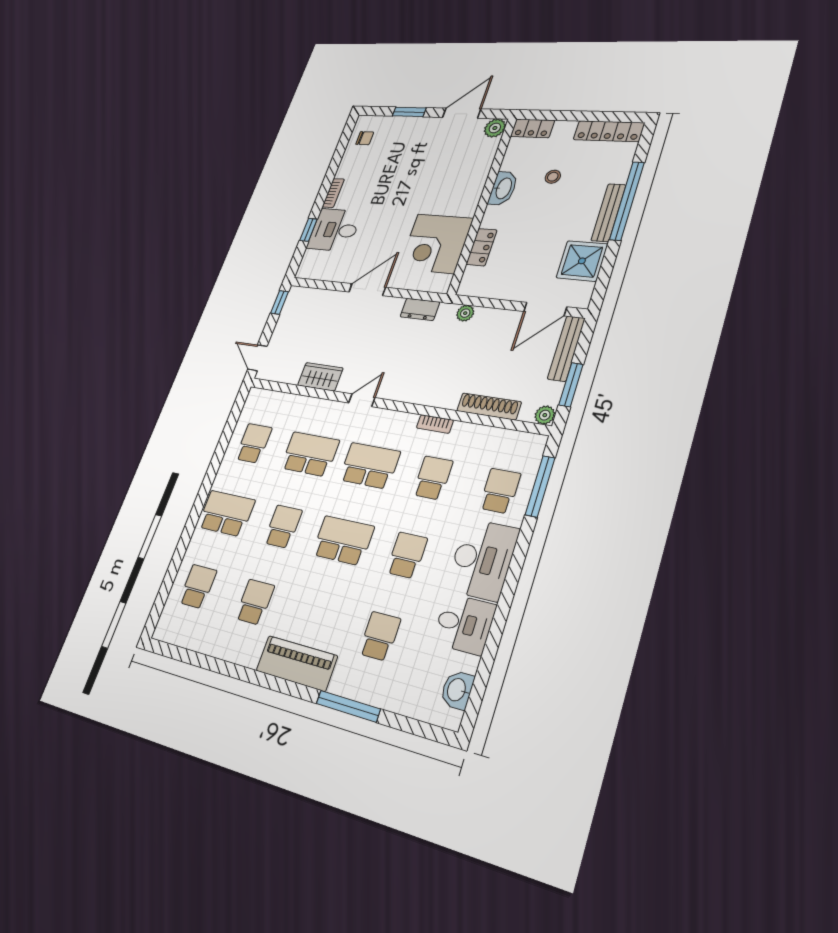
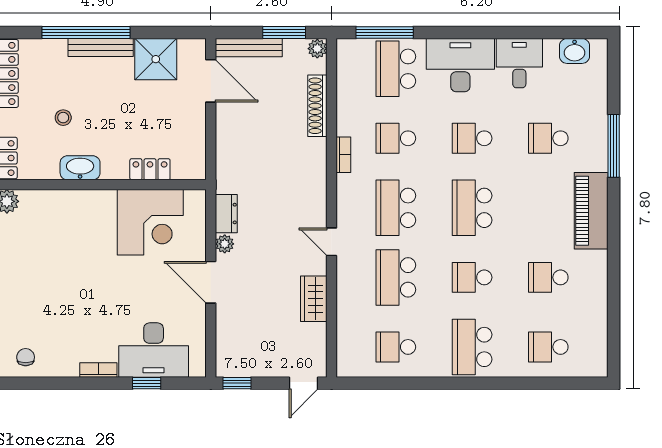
desk: (334, 230) -> (154, 350), width x1.37
plant: (465, 313) -> (225, 244), moved
school desk: (500, 491) -> (396, 69), width x1.85

